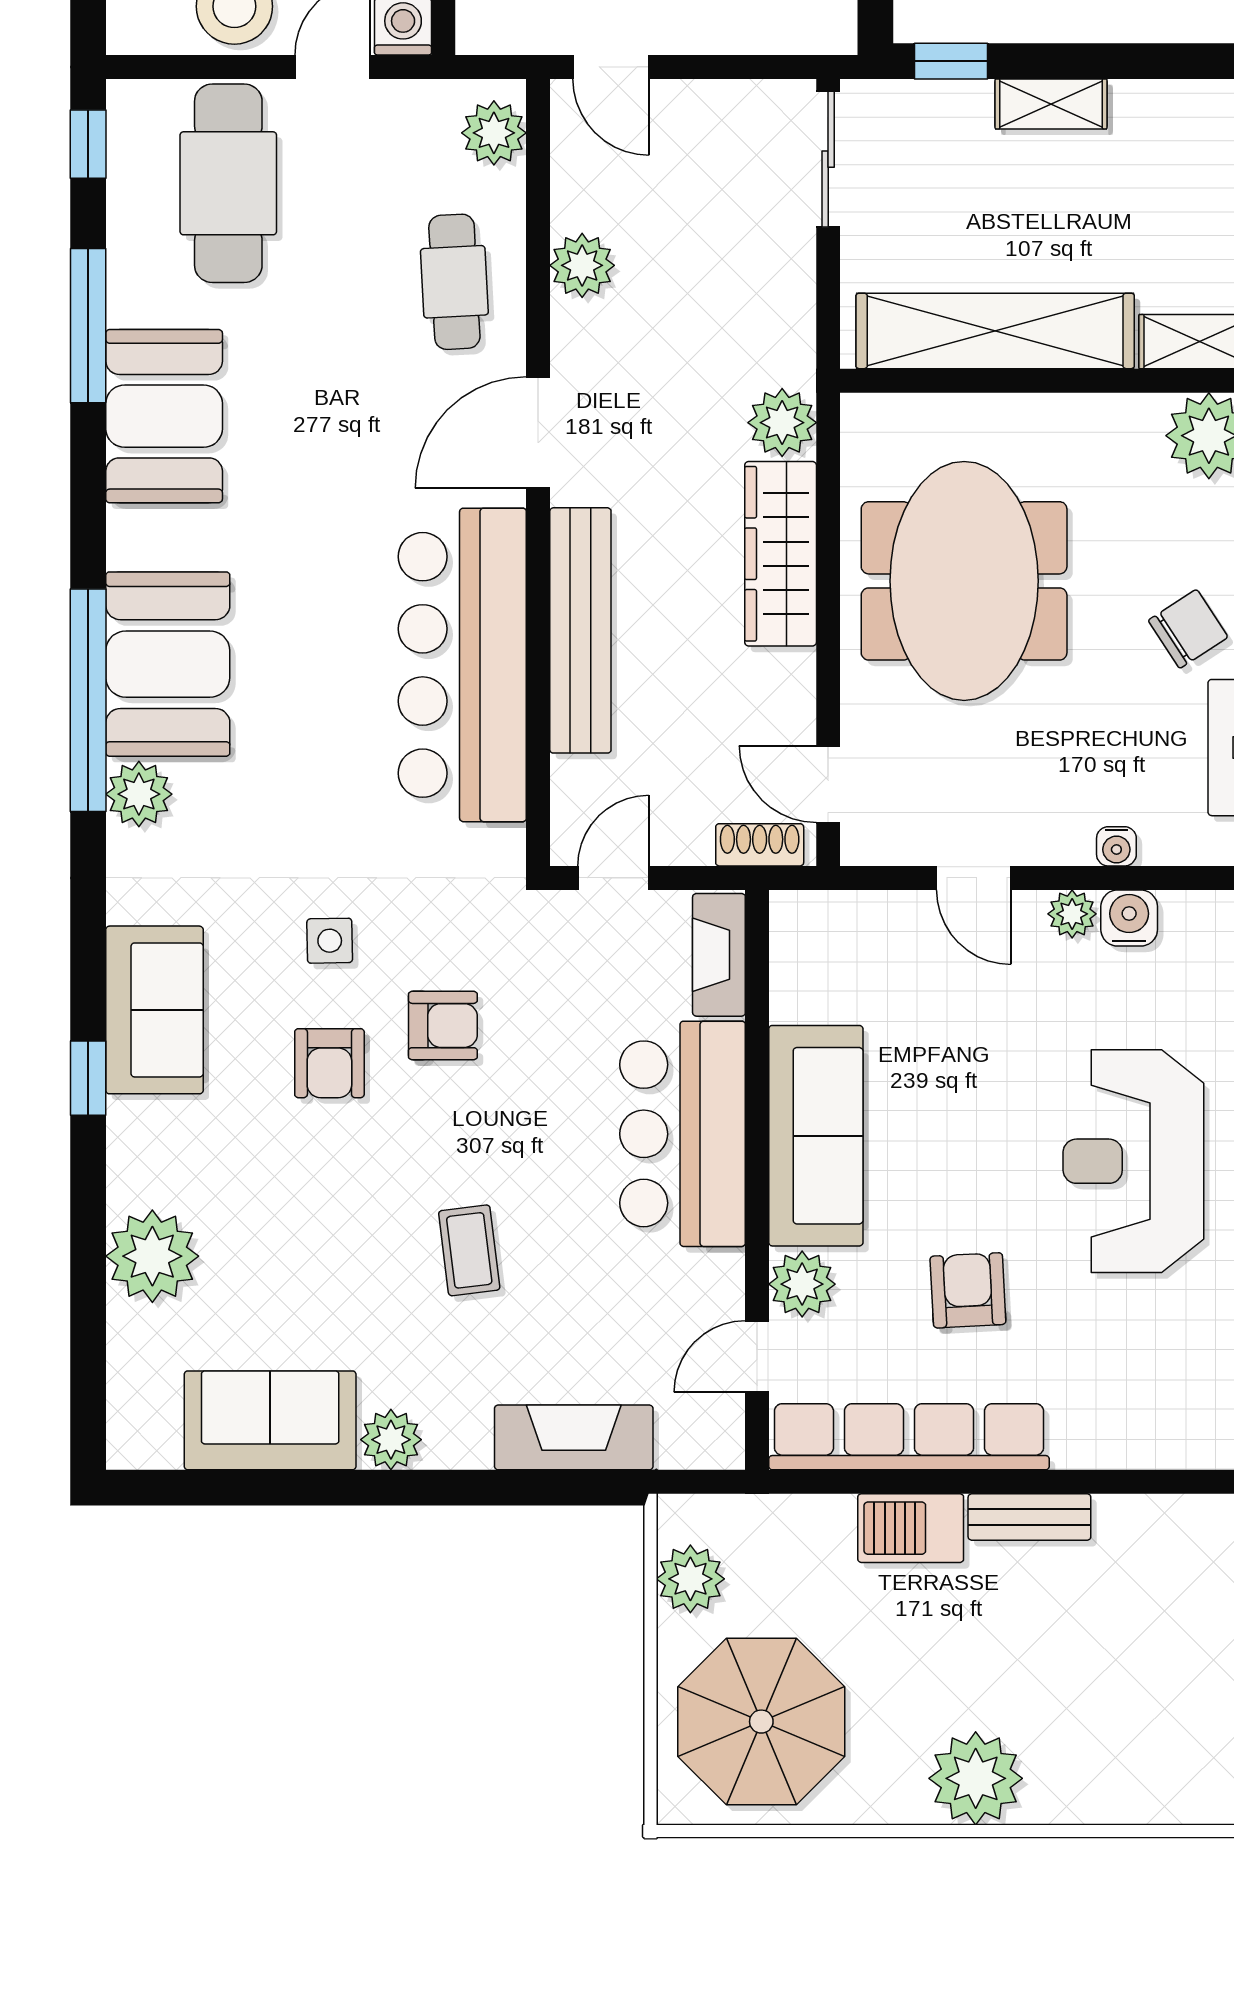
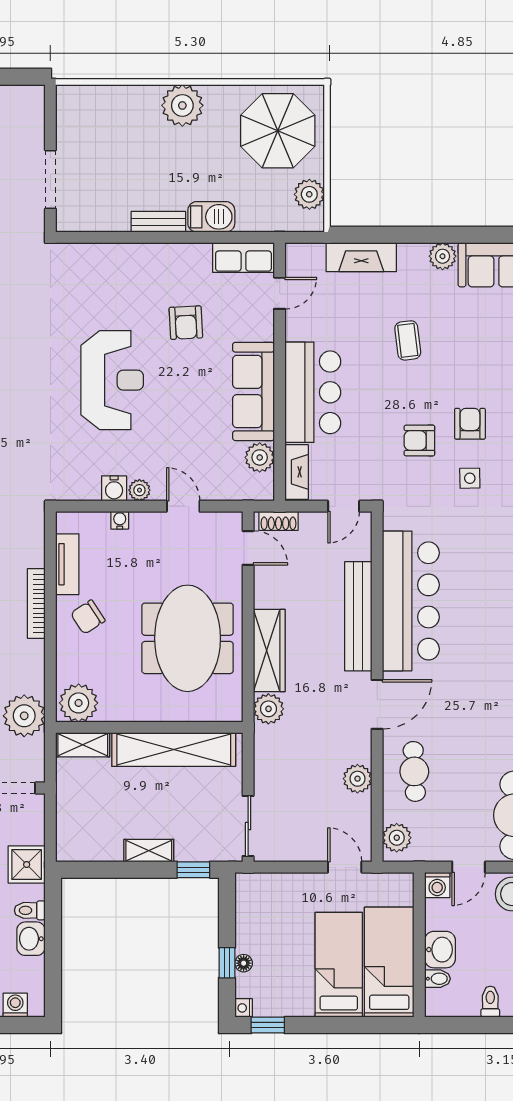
plant: (802, 1284) -> (260, 457), moved
row of seats: (909, 1437) -> (243, 258), width x0.50

